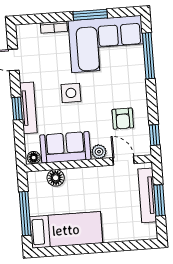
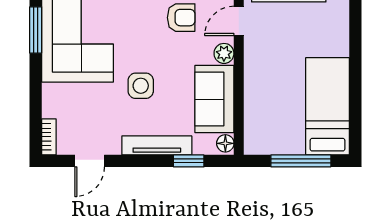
window: (90, 15) -> (36, 30), moved
bookcase: (54, 27) -> (49, 137), moved
window: (17, 109) -> (189, 161), moved
floor lamp: (56, 178) -> (255, 115), removed

